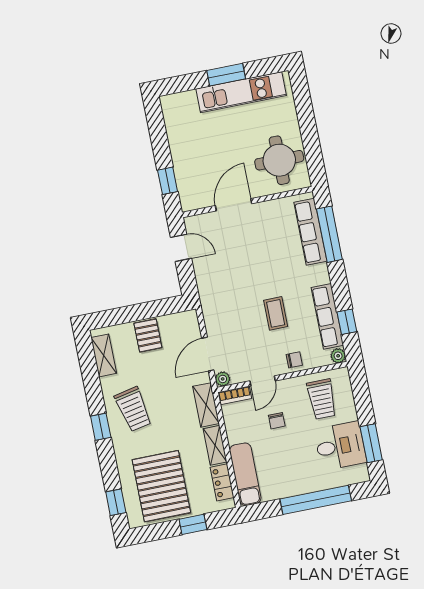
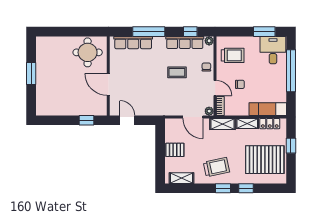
kitchen unit: (241, 92) -> (43, 67), removed
window: (329, 234) -> (149, 32), moved
door: (181, 248) -> (127, 120), hinge flipped
desk: (340, 446) -> (273, 50), moved
window: (116, 502) -> (246, 188), moved

